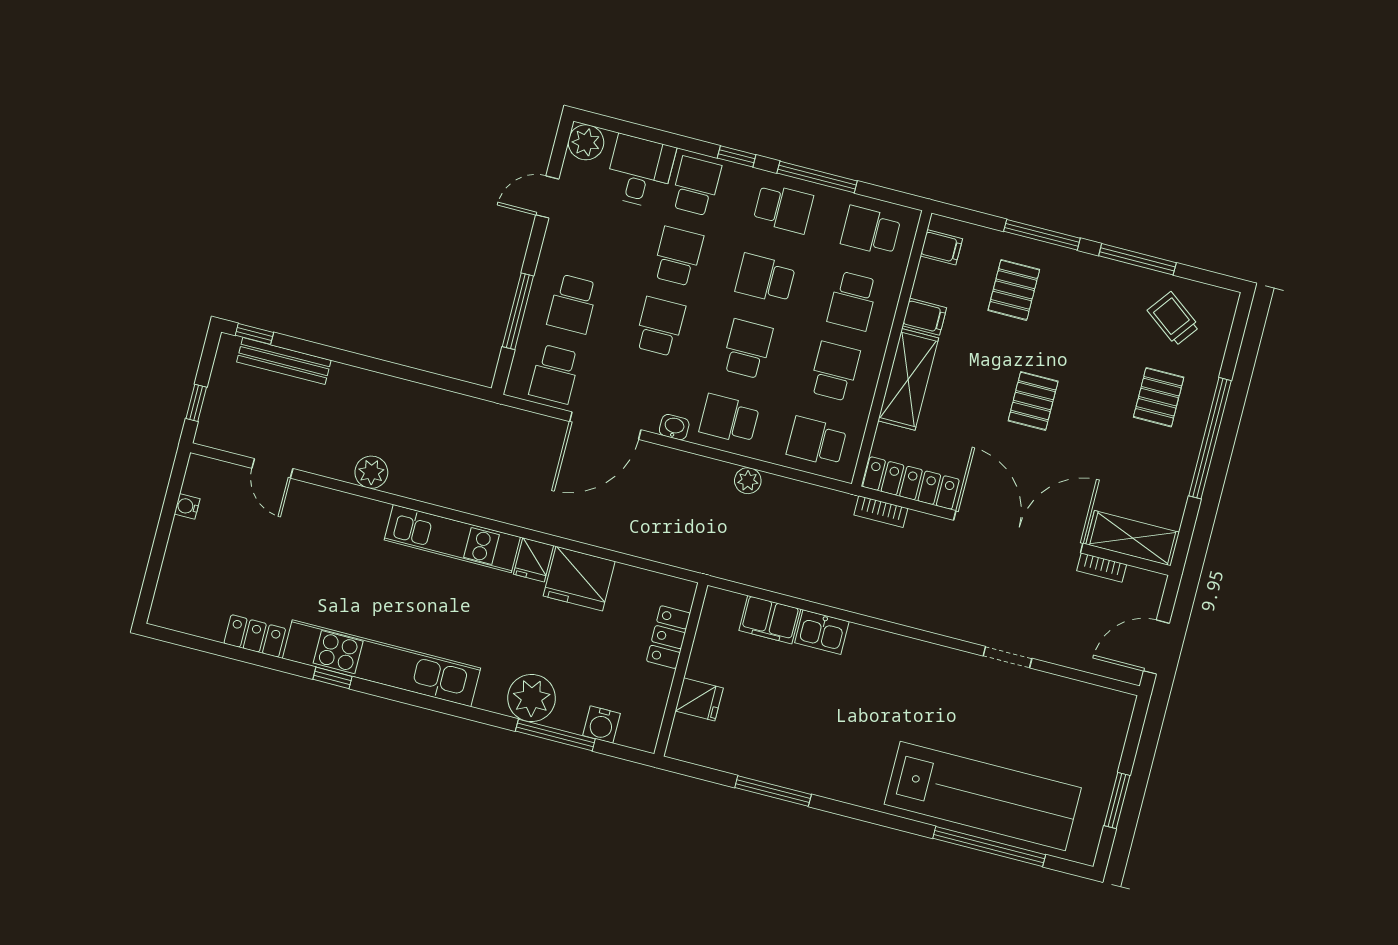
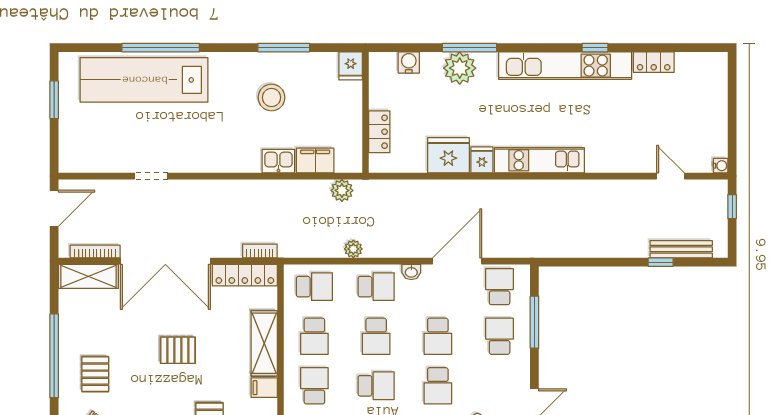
window: (254, 334) -> (661, 262), moved
pallet: (1033, 401) -> (178, 350), turned 90
plant: (371, 472) -> (342, 190), moved
water cooler: (187, 506) -> (721, 166), moved
bookcase: (1102, 568) -> (95, 252), width x1.56
fridge: (699, 699) -> (351, 66), moved, turned -90
stool: (809, 725) -> (272, 97), added
window: (555, 735) -> (470, 48), moved
window: (989, 846) -> (161, 48), moved

